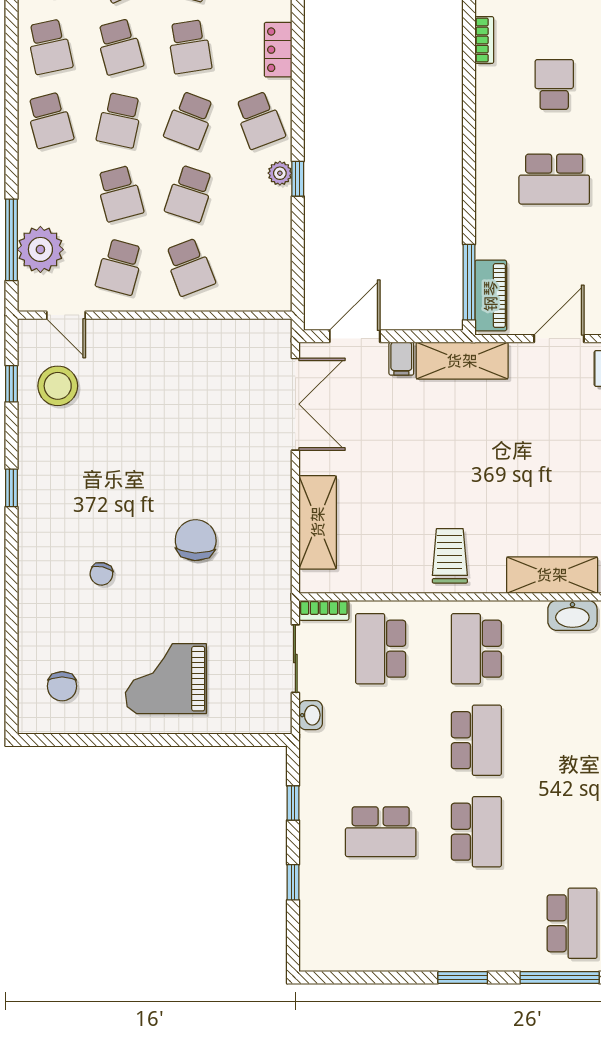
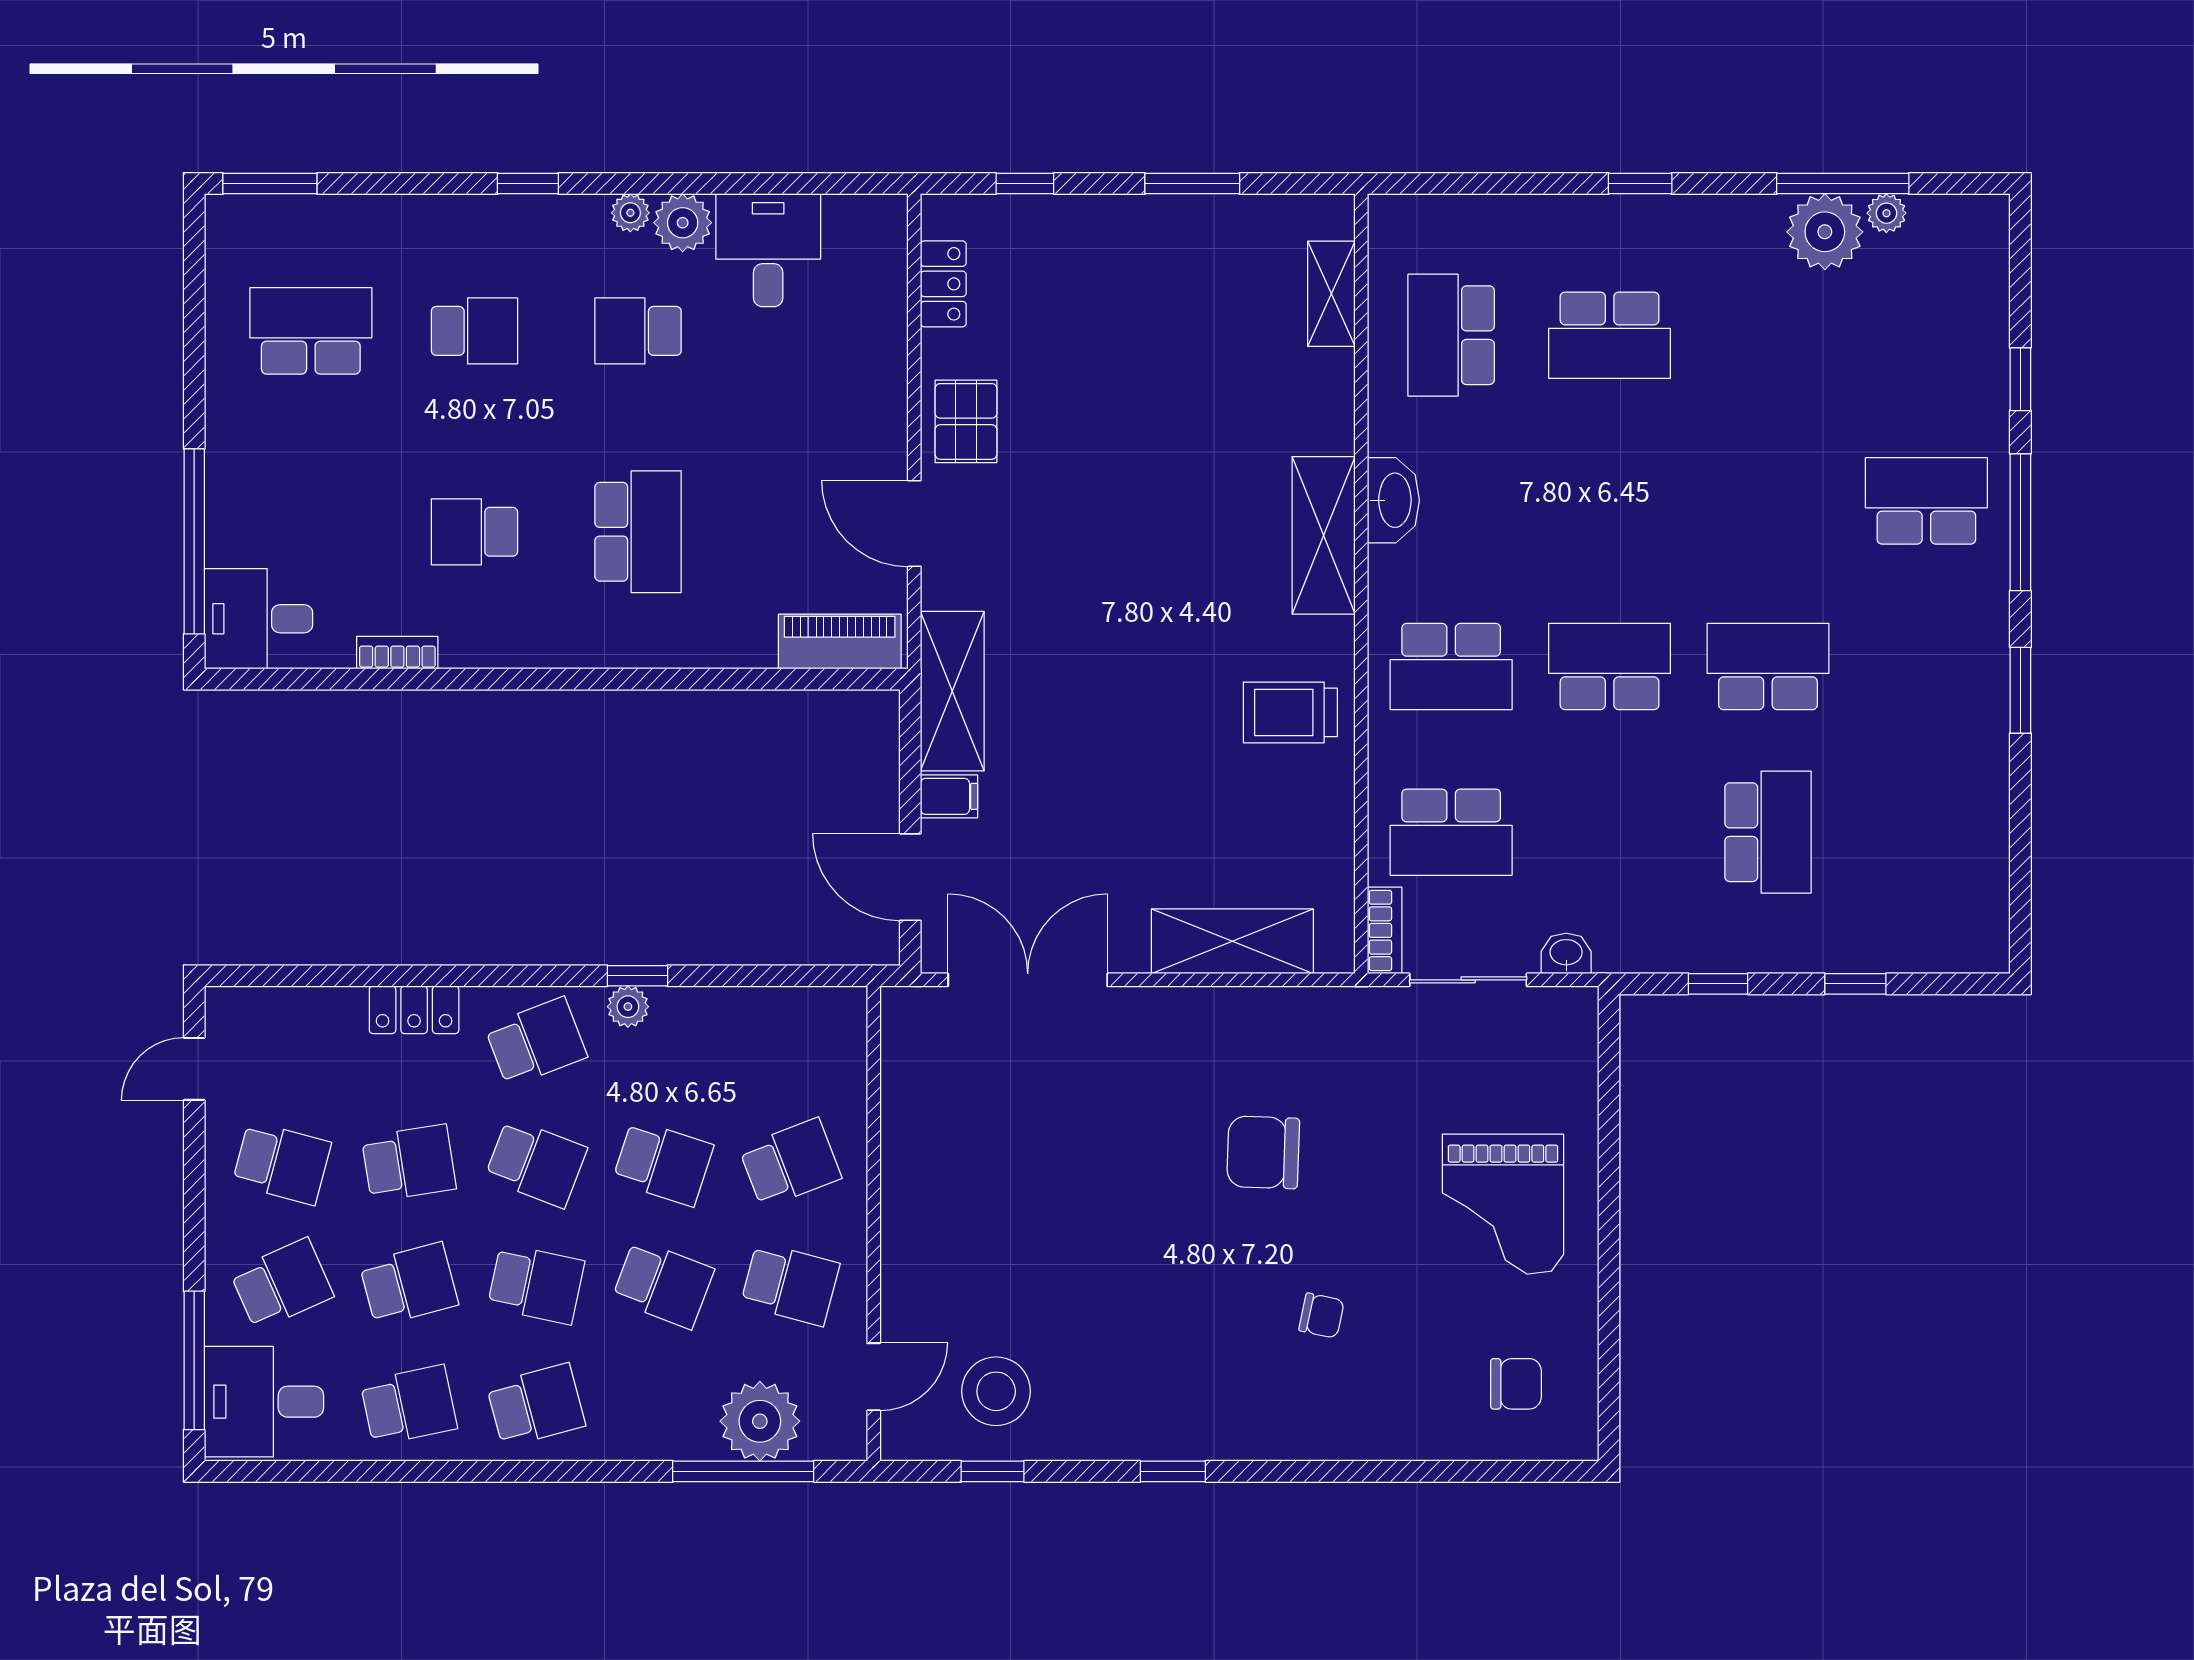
school desk: (120, 194) -> (663, 1284), turned 36
window: (469, 282) -> (817, 679), removed

